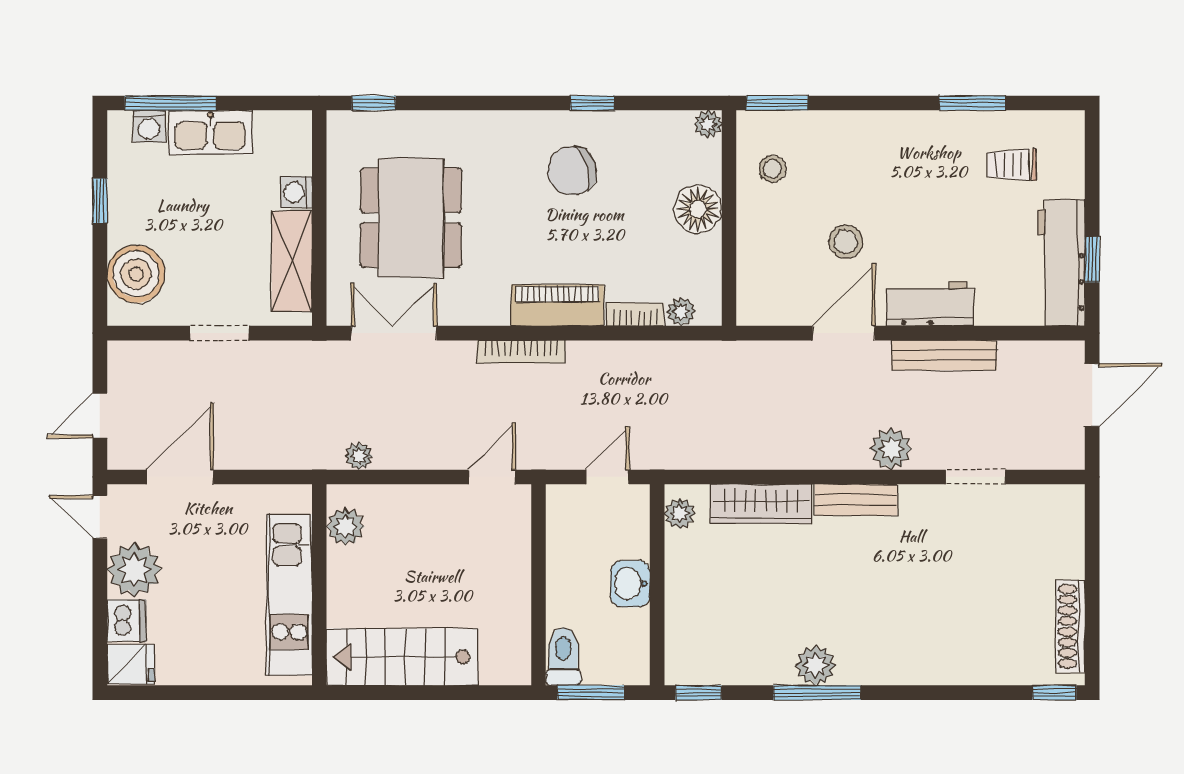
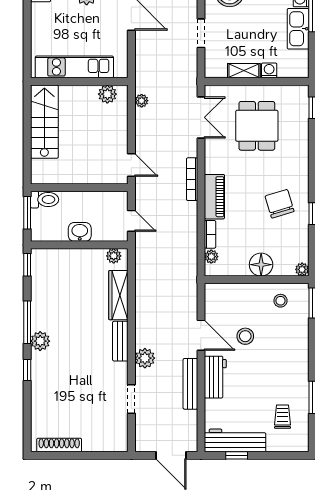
dining table: (411, 218) -> (257, 126), width x0.73
shelving: (292, 261) -> (244, 71), width x0.67, depth x0.75
plant: (815, 665) -> (40, 341), moved
window: (1054, 693) -> (27, 370), moved

